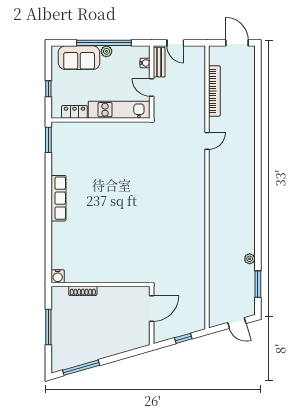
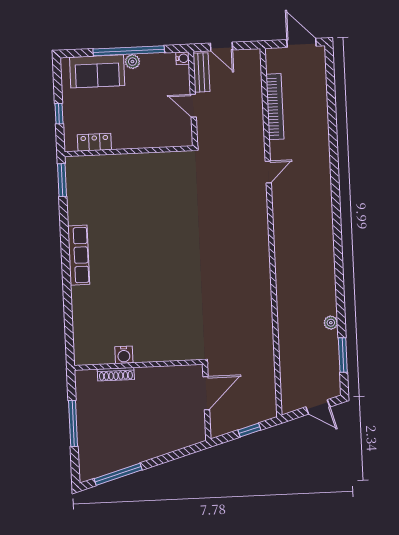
water cooler: (145, 63) -> (183, 58), moved
kitchen unit: (119, 110) -> (152, 137), removed
water cooler: (58, 276) -> (124, 355), moved

